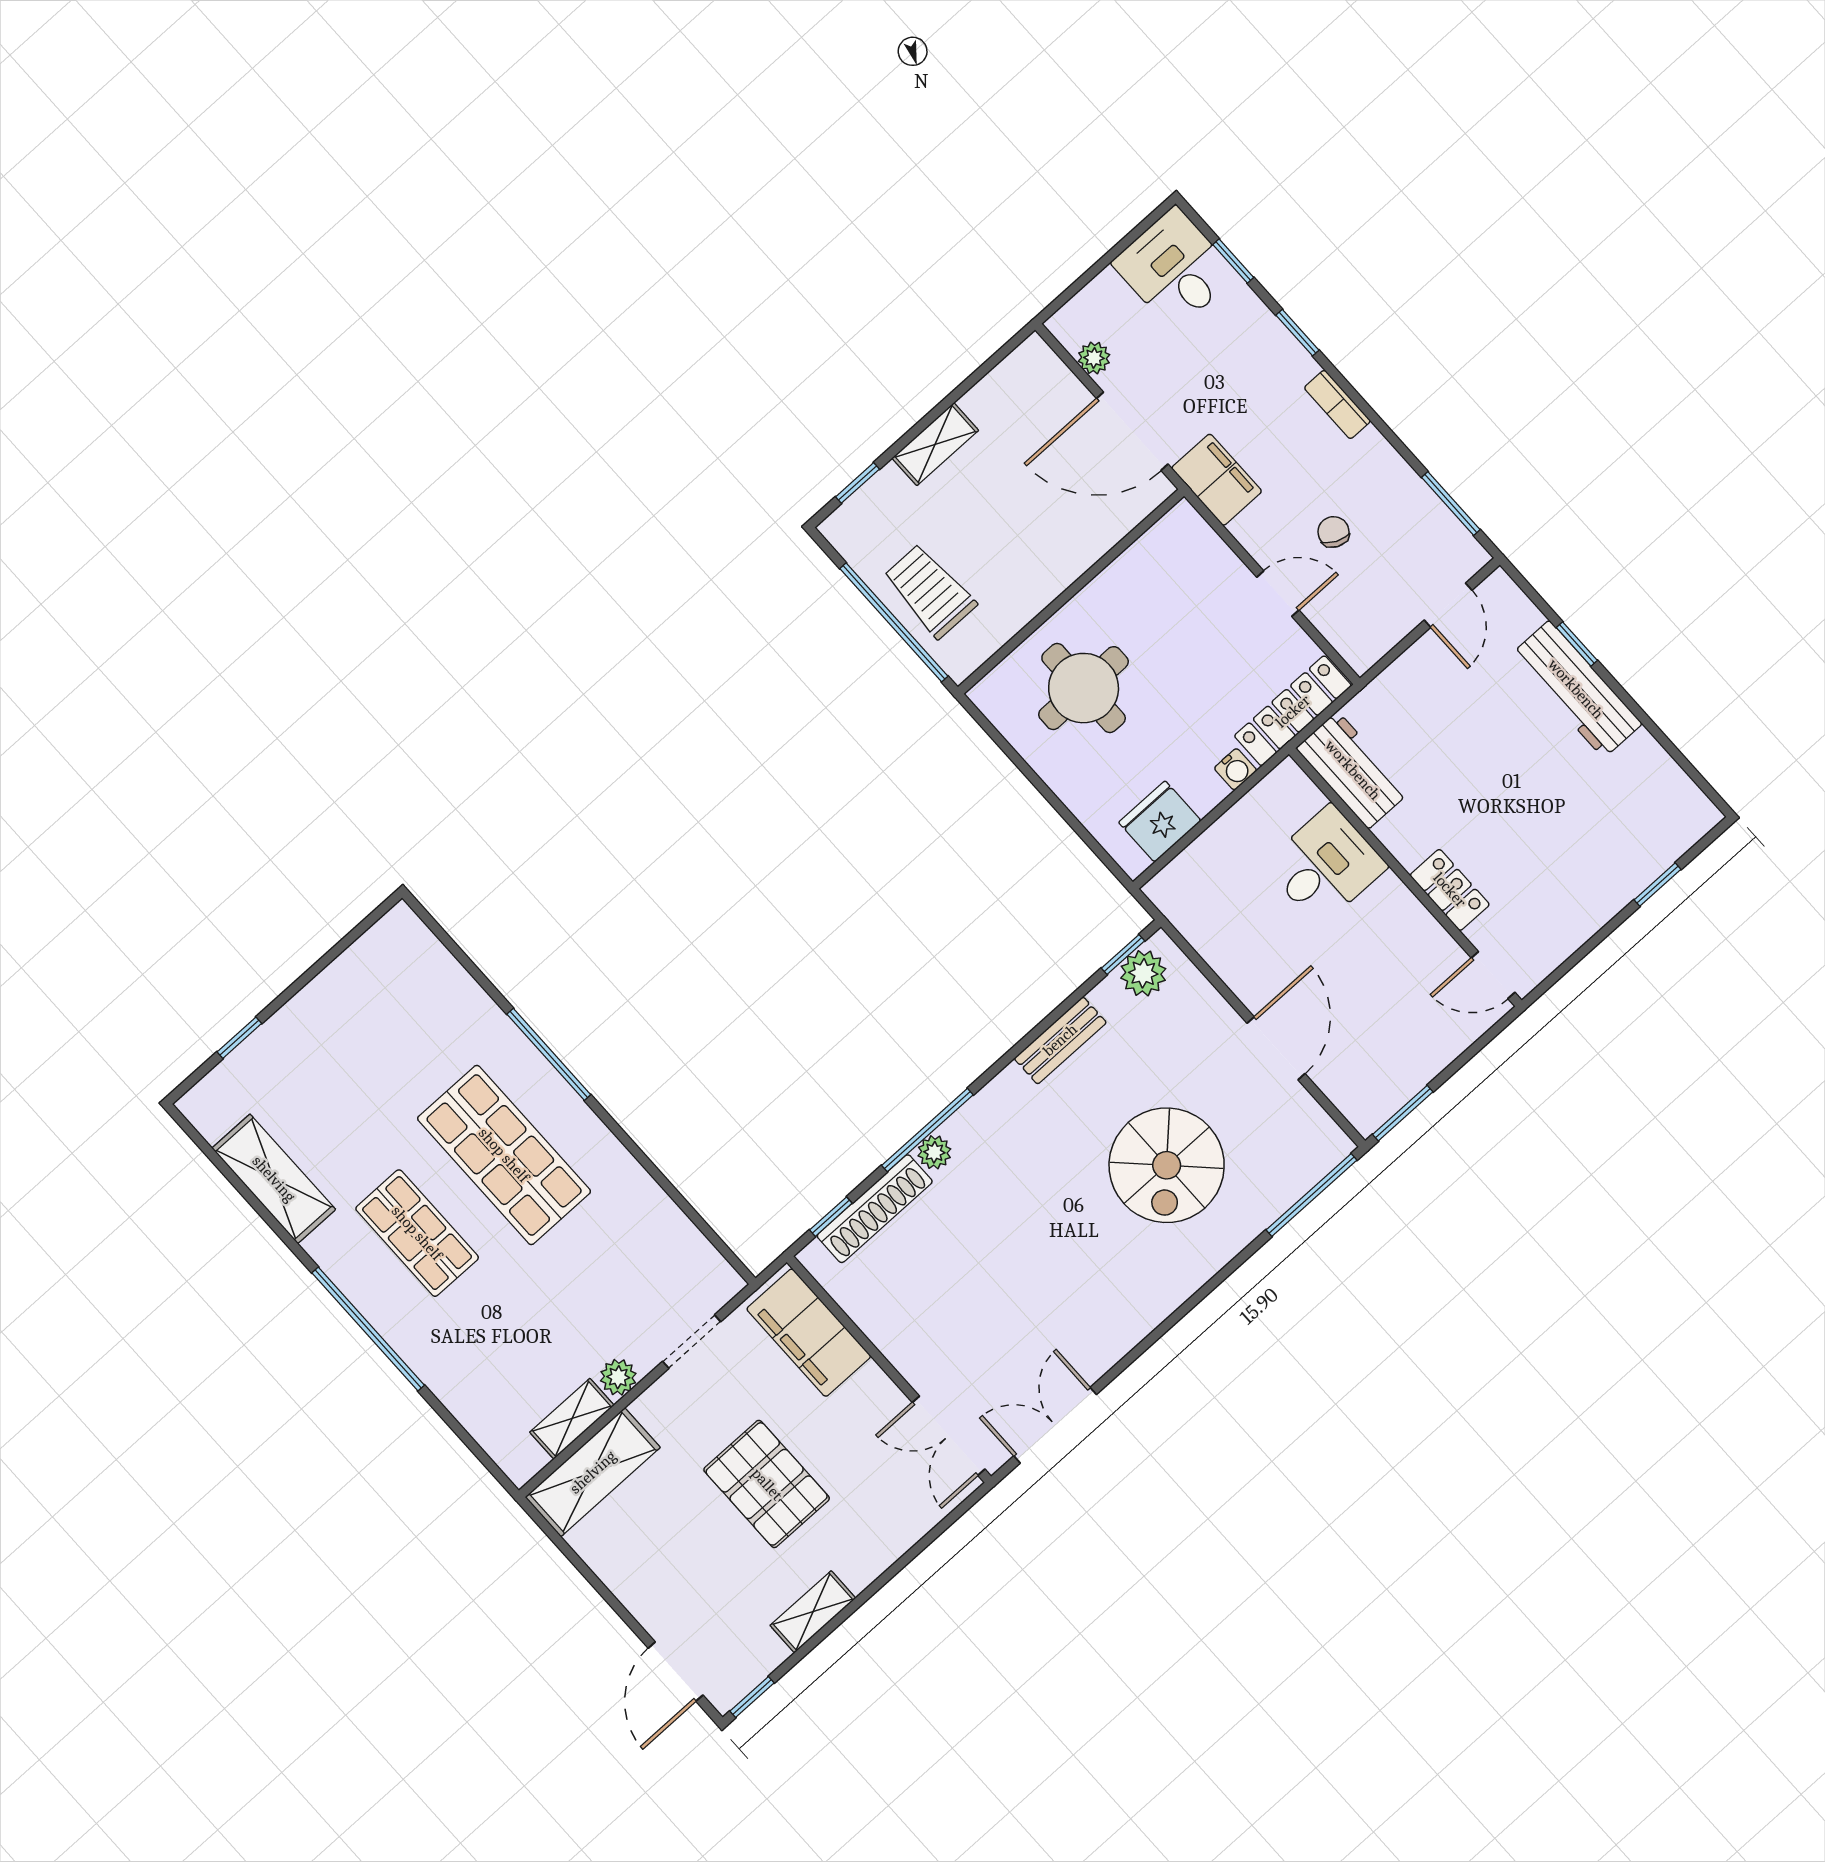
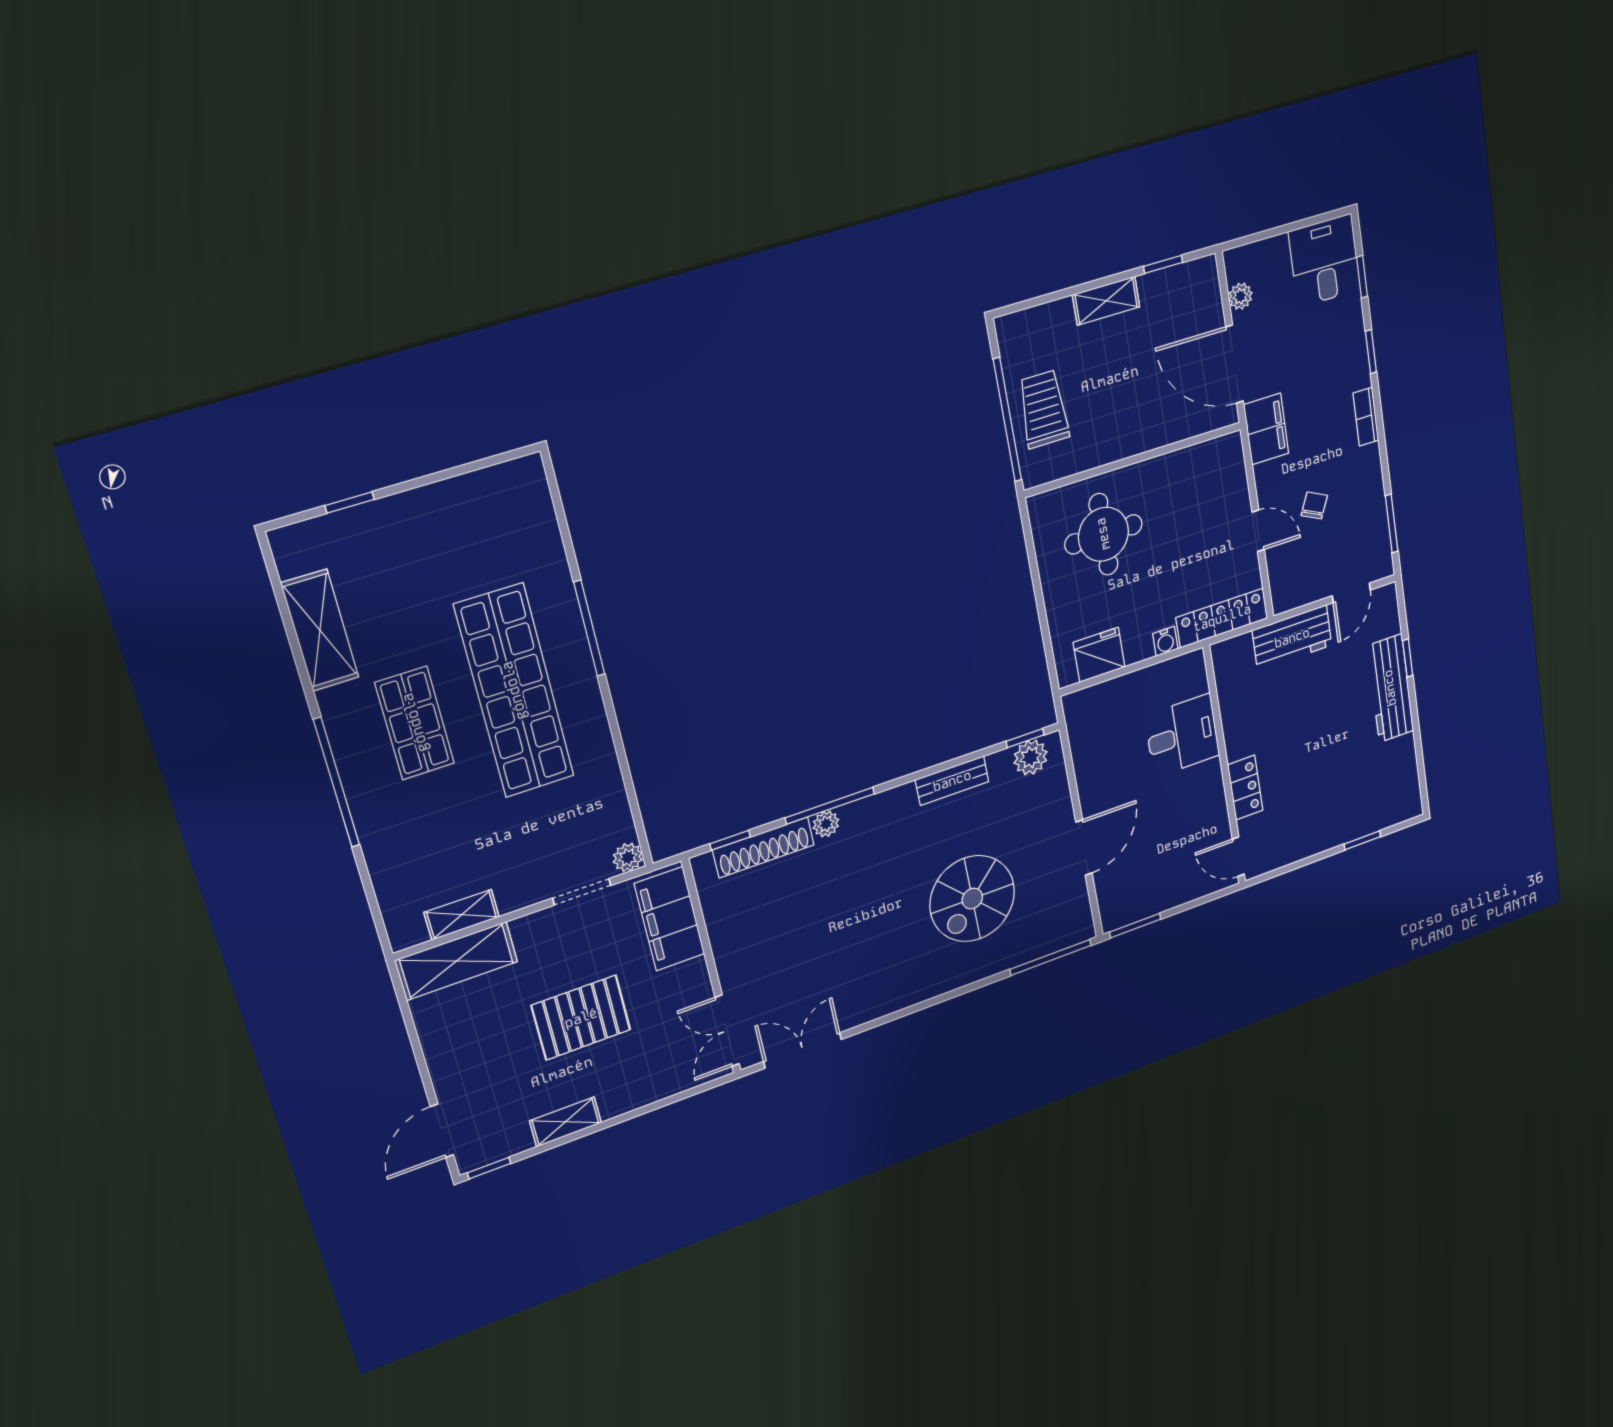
window: (858, 483) -> (1163, 264), moved
workbench: (1353, 770) -> (1292, 638), moved, turned 90
shop shelf: (504, 1155) -> (514, 691), width x1.40
plant: (618, 1377) -> (628, 857), moved
pallet: (767, 1484) -> (581, 1018), turned 90

